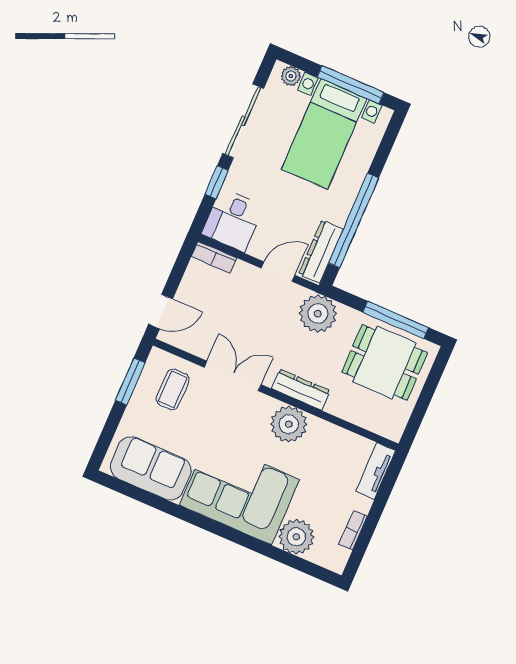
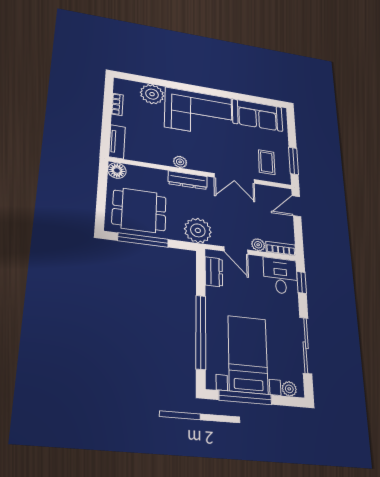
window: (217, 182) -> (302, 282), moved
window: (354, 220) -> (201, 332), moved
dresser: (321, 251) -> (214, 272), width x0.70
plant: (243, 271) -> (258, 245), added
door: (278, 272) -> (236, 251), hinge flipped
plant: (289, 424) -> (180, 162), width x0.53, depth x0.53
floor lamp: (392, 428) -> (117, 170), added

